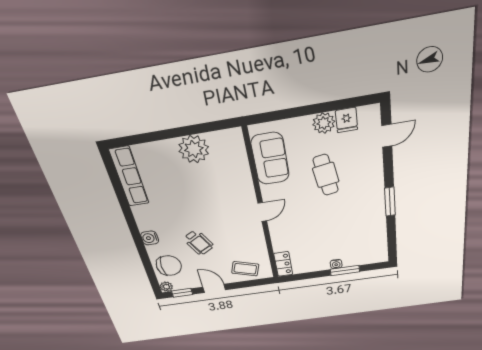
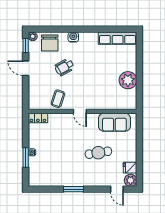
plant: (324, 123) -> (131, 180), moved
coffee table: (245, 269) -> (58, 99), moved
door: (214, 288) -> (26, 68), swing flipped

